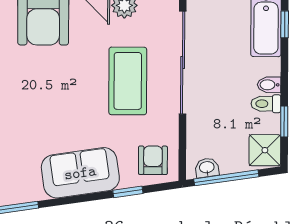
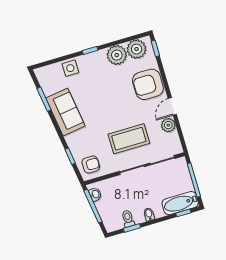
toilet: (266, 104) -> (128, 219), moved
shower: (265, 150) -> (114, 222), removed
sofa: (80, 173) -> (65, 112), moved

